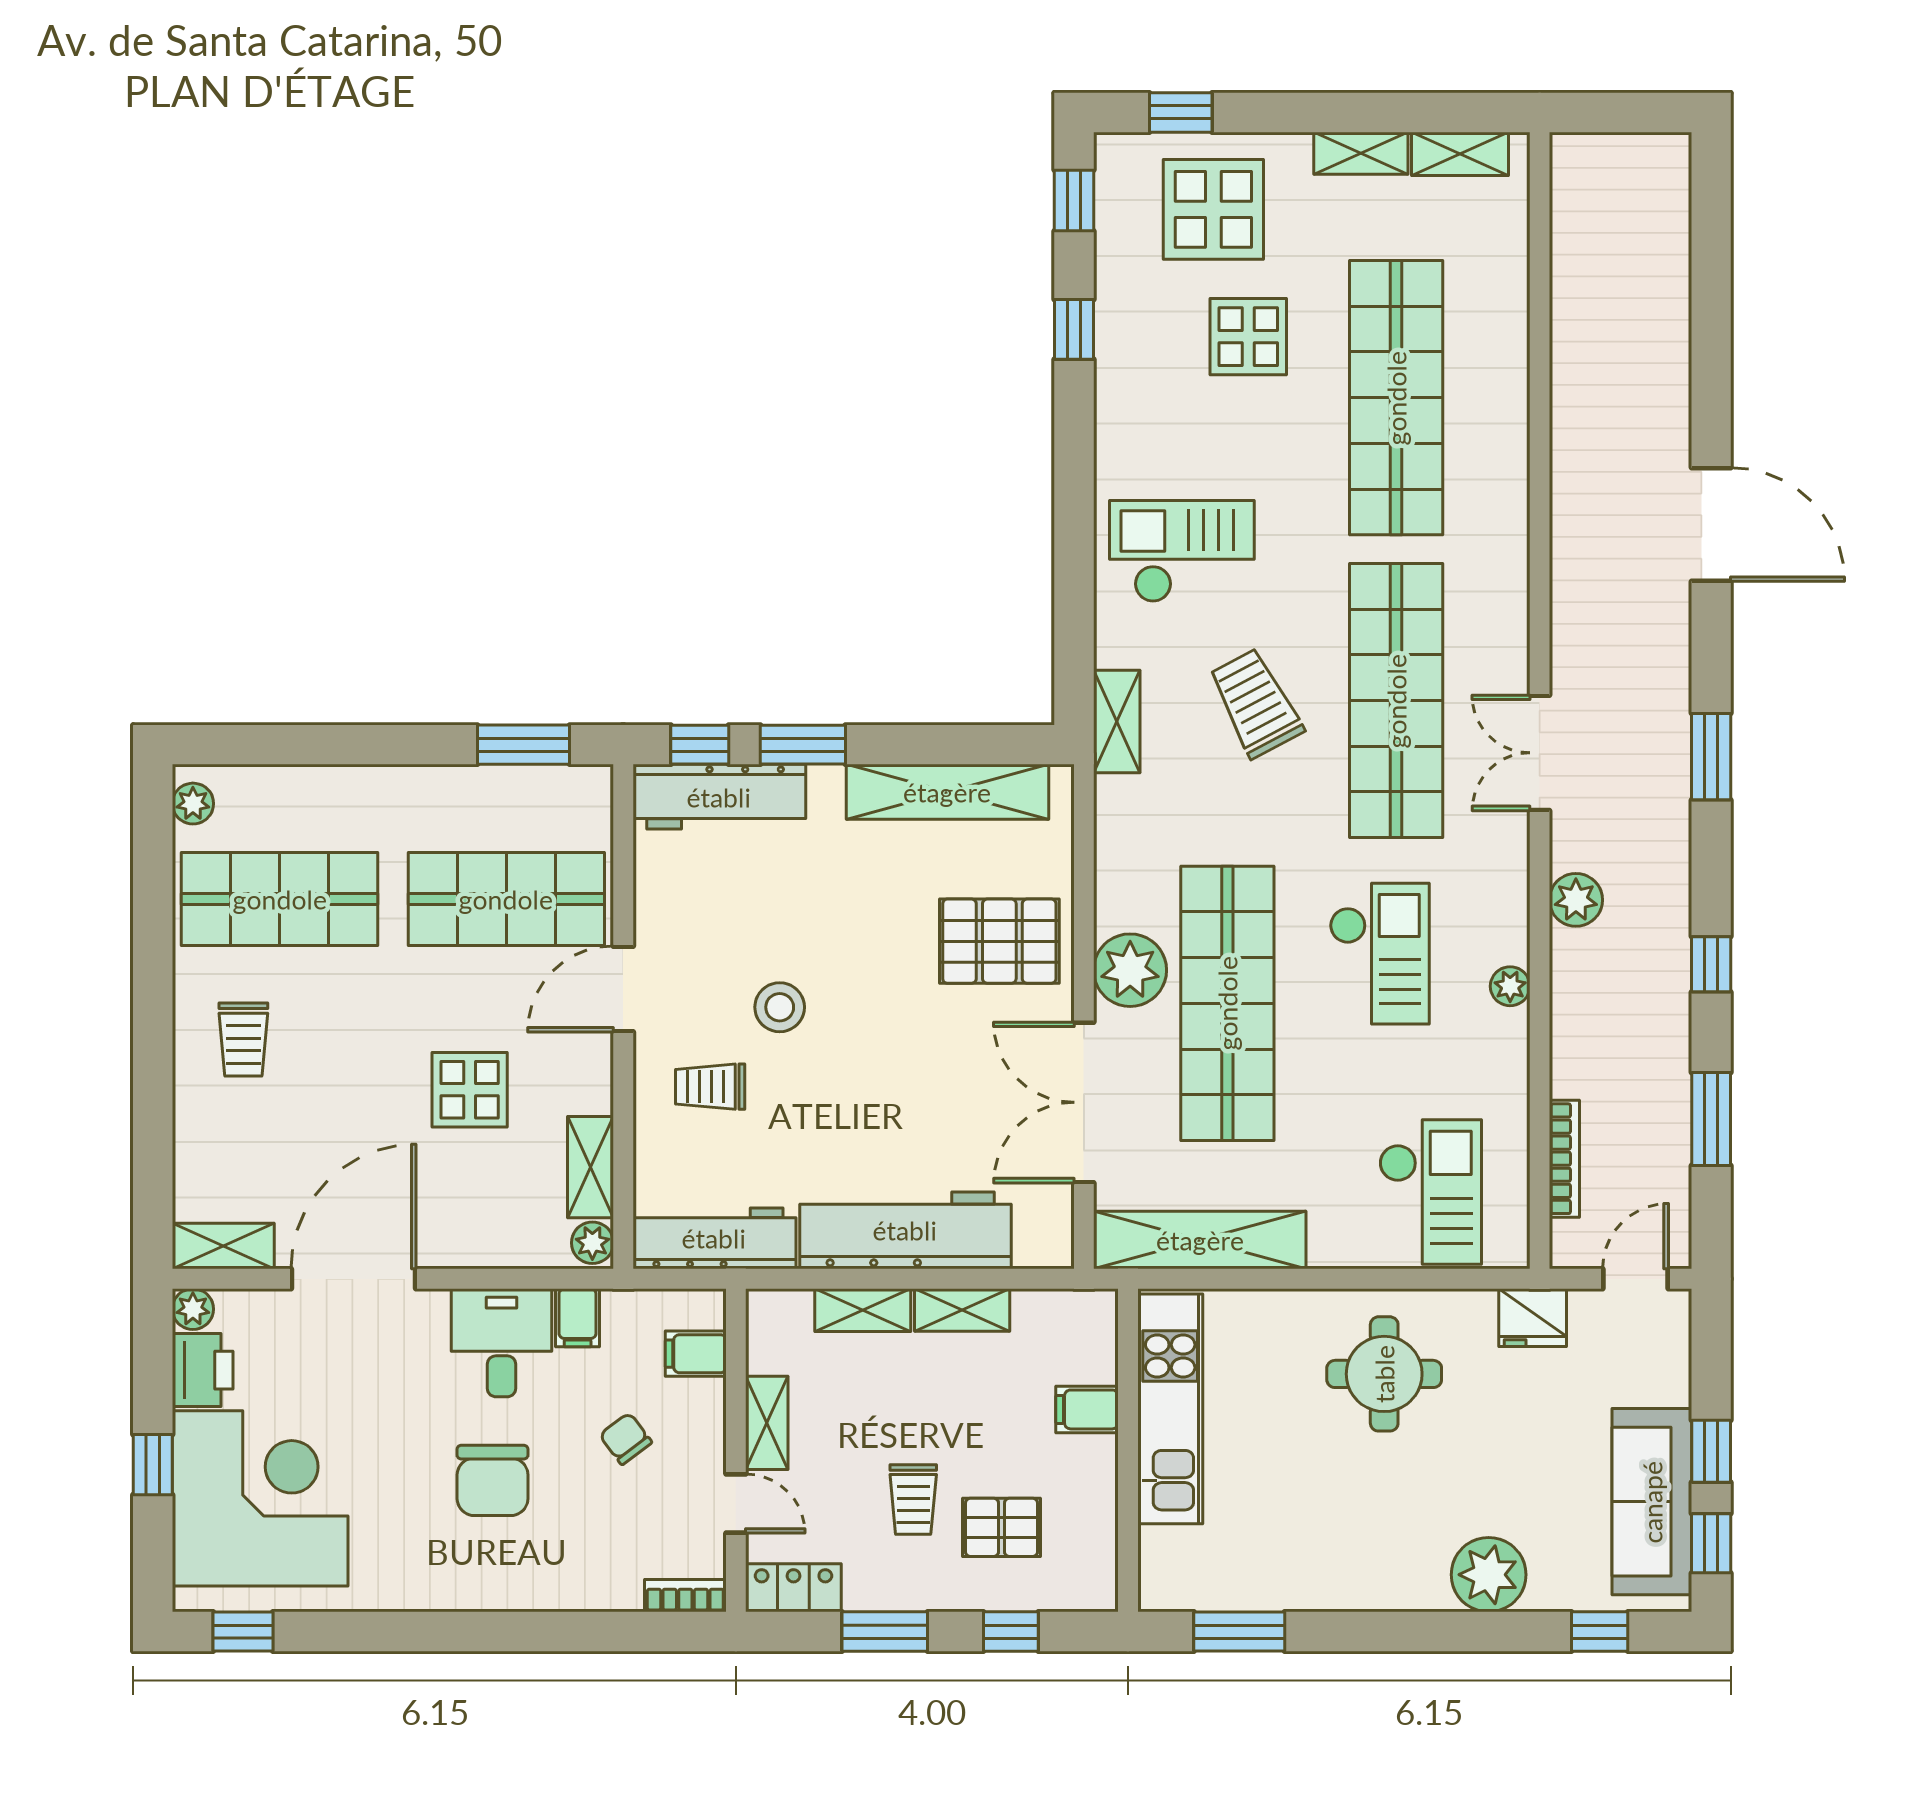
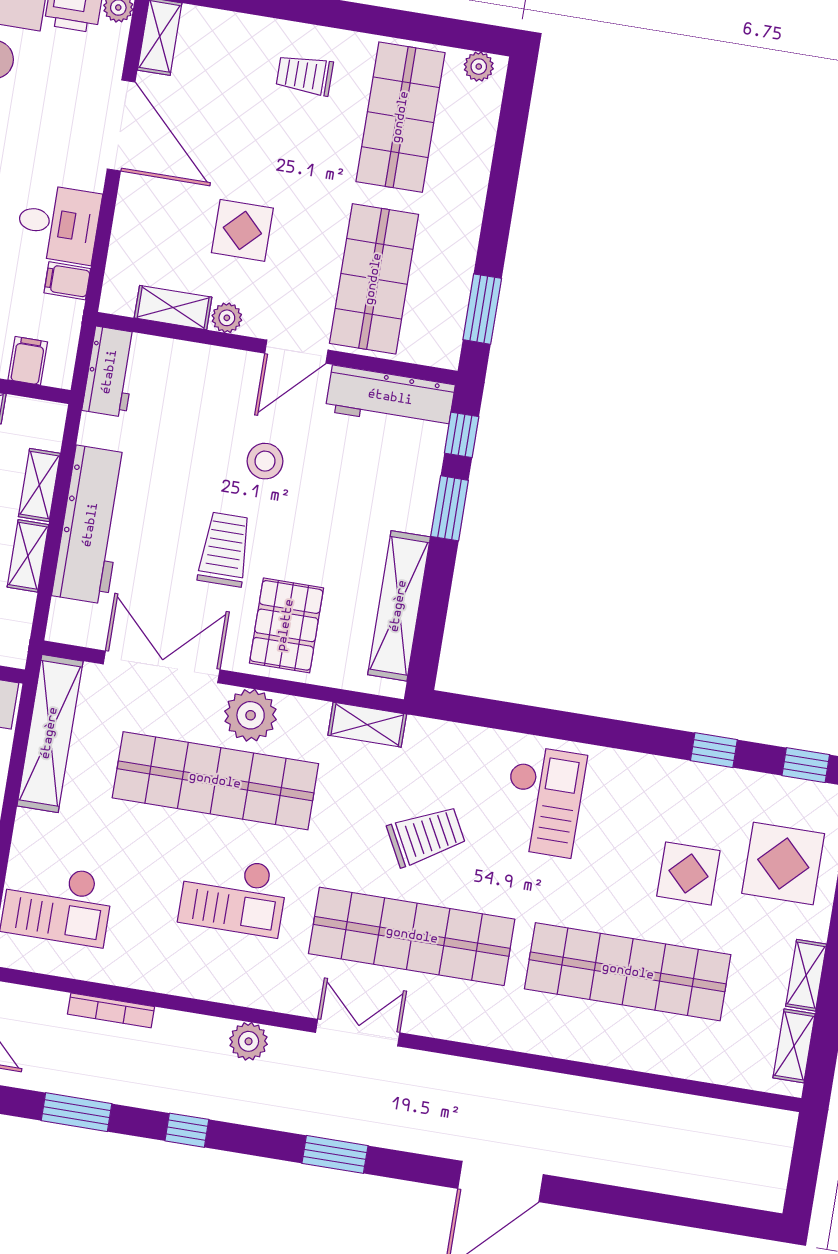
shelving: (1117, 721) -> (367, 725), moved
workbench: (719, 797) -> (390, 398), moved, turned -90
plant: (1510, 986) -> (195, 984), removed
door: (623, 989) -> (296, 352), swing flipped
trolley: (710, 1087) -> (225, 549), moved, width x1.36, depth x1.39
bookcase: (1564, 1159) -> (111, 1010), moved
workbench: (714, 1238) -> (110, 372), width x0.73
plant: (592, 1243) -> (227, 318), moved

